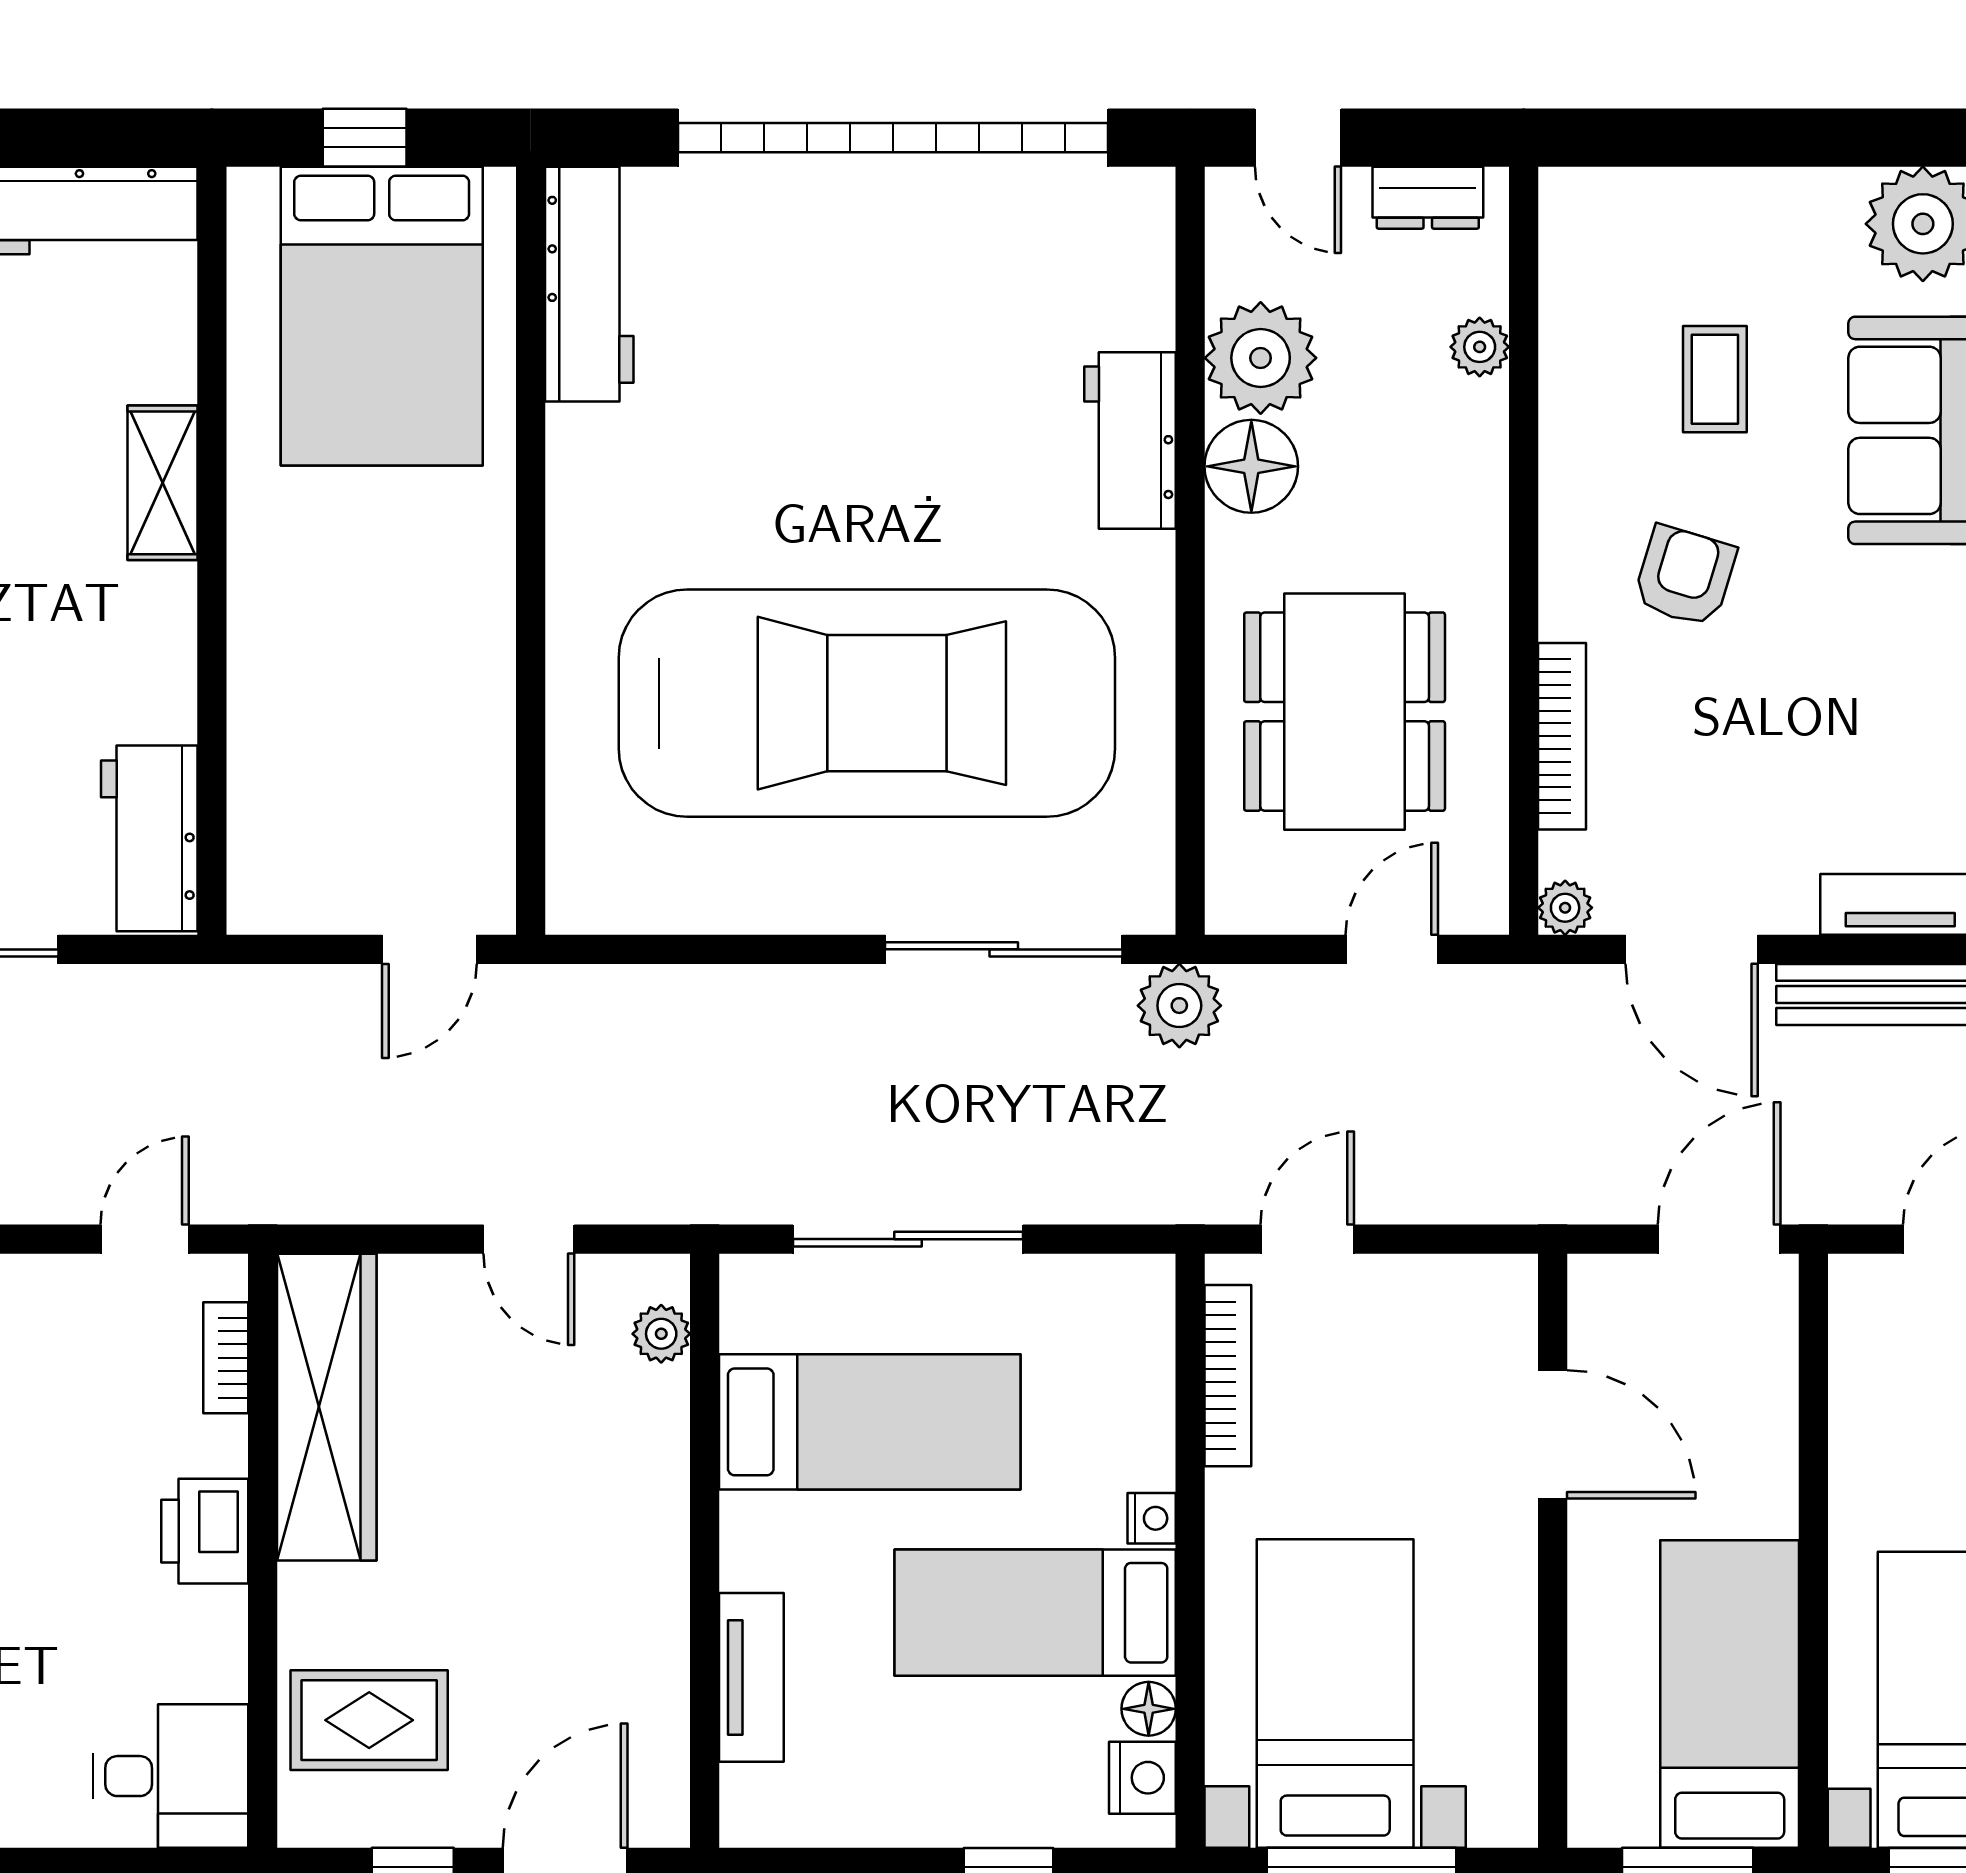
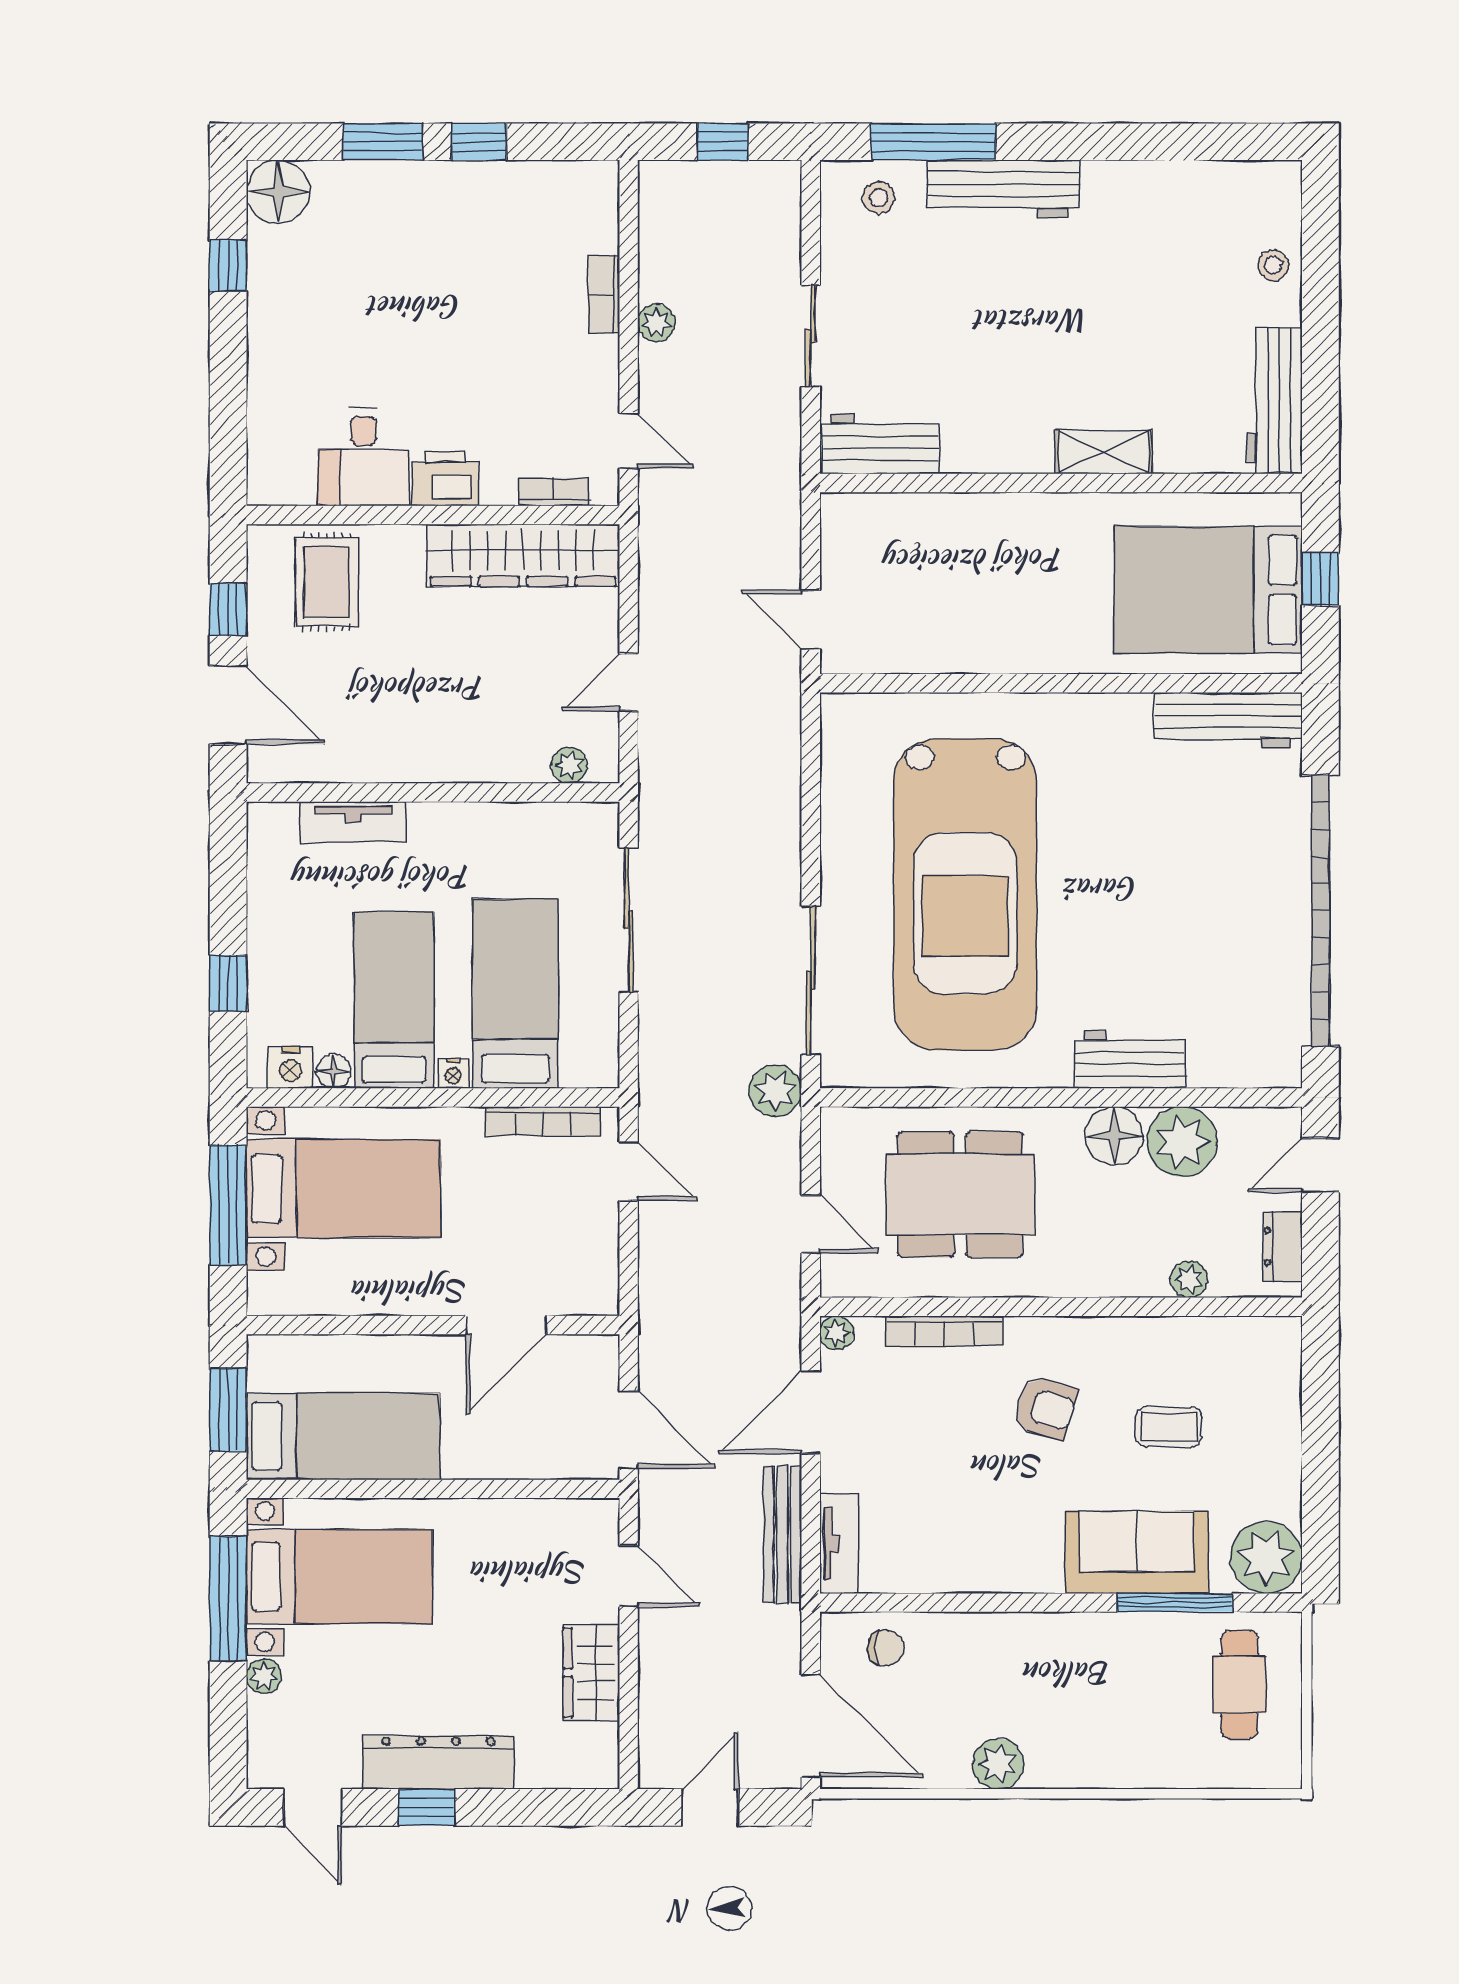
bed: (870, 1422) -> (516, 994), moved, turned 180
desk: (170, 1776) -> (364, 457), moved

